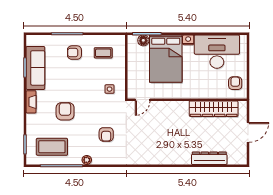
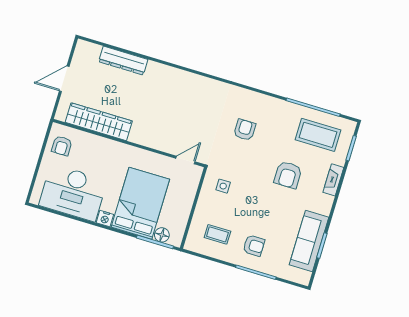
fireplace: (31, 102) -> (333, 180), moved
plant: (87, 160) -> (279, 105), removed

